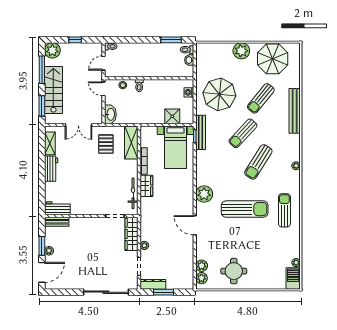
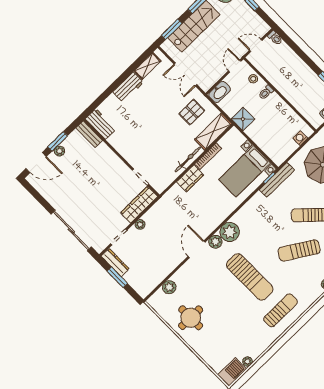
shower: (172, 116) -> (243, 119), moved
bicycle: (133, 193) -> (188, 159), moved
plant: (201, 278) -> (215, 242), moved

